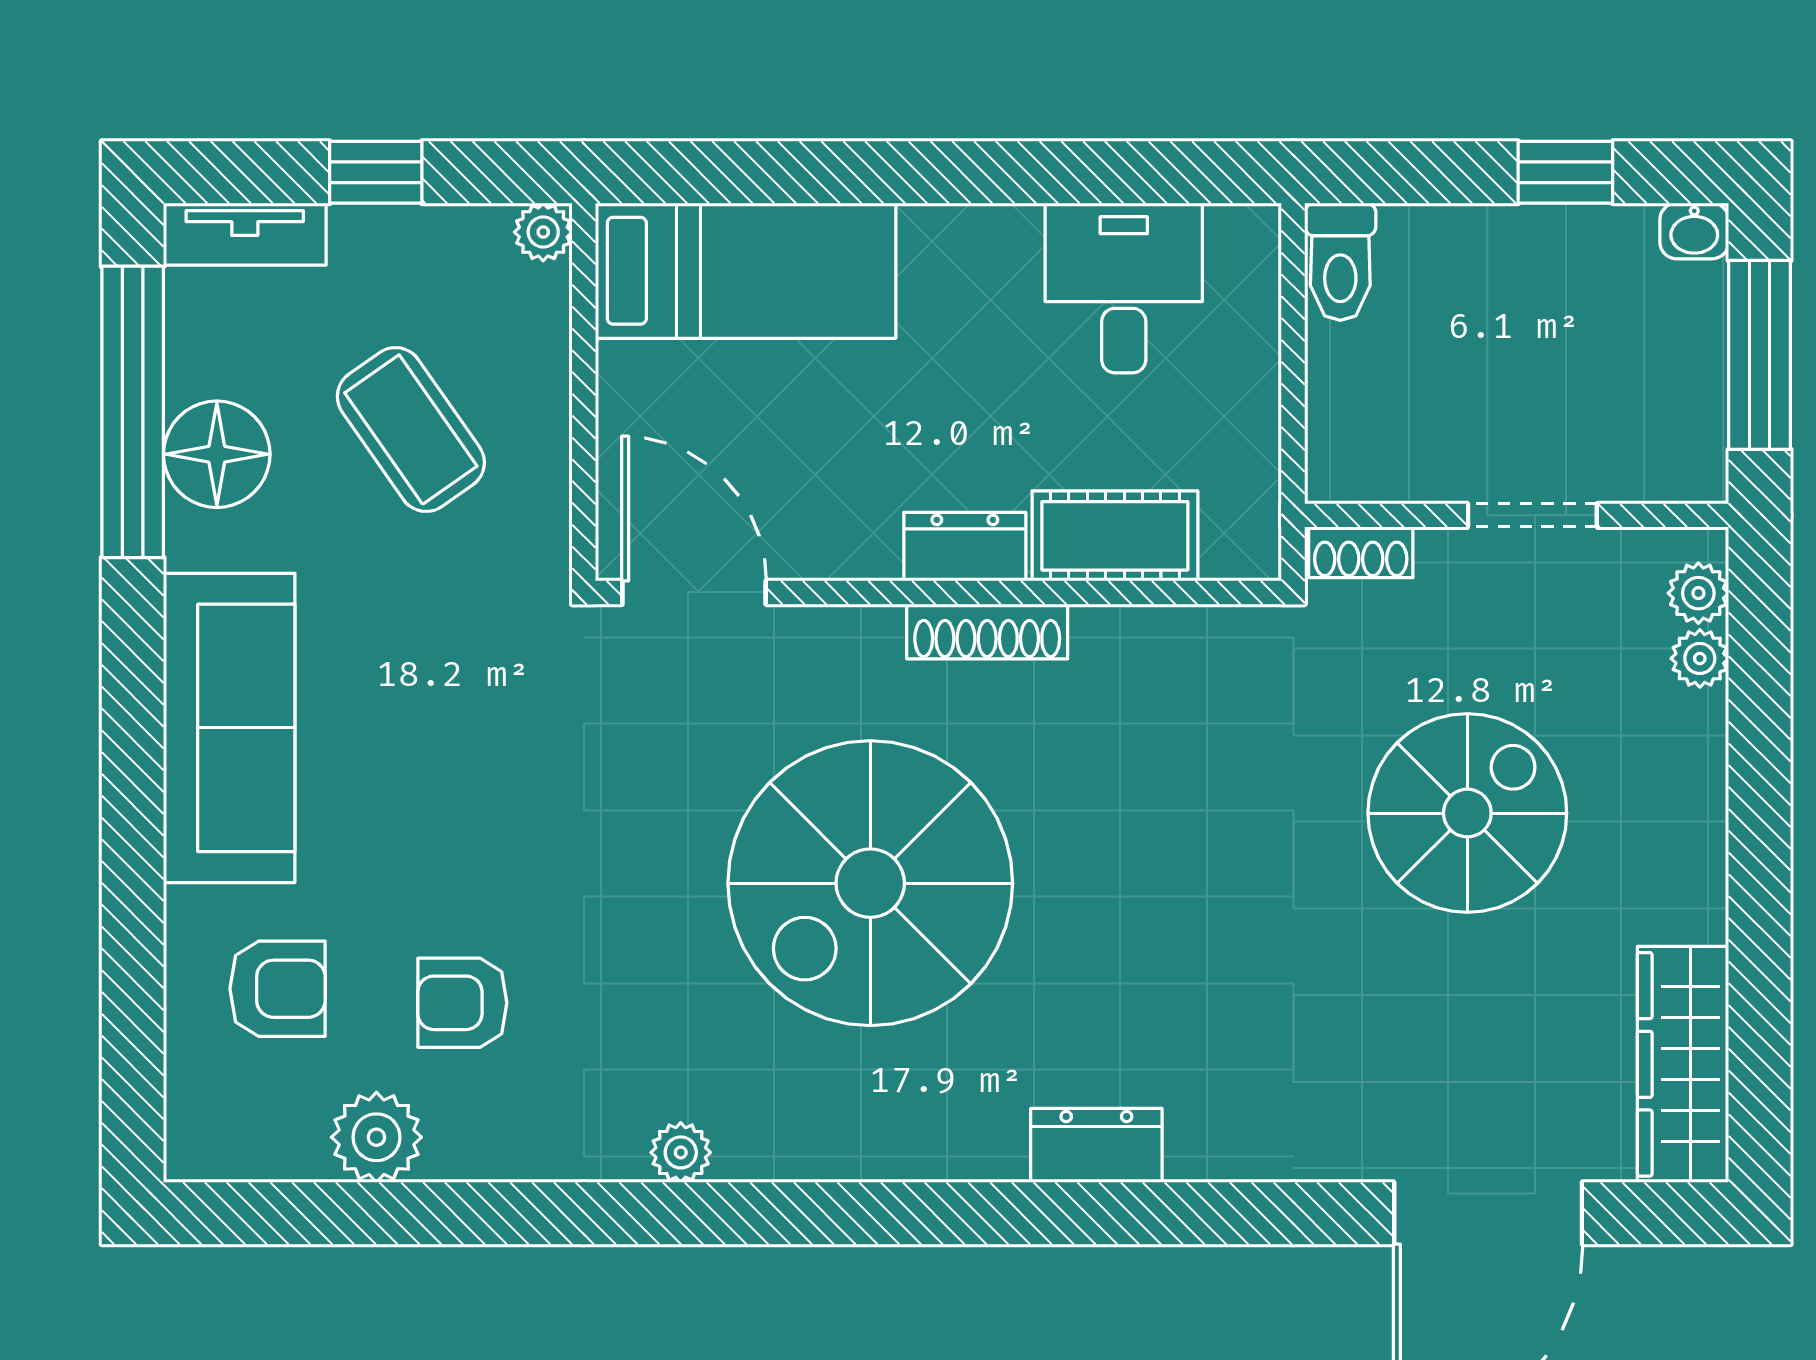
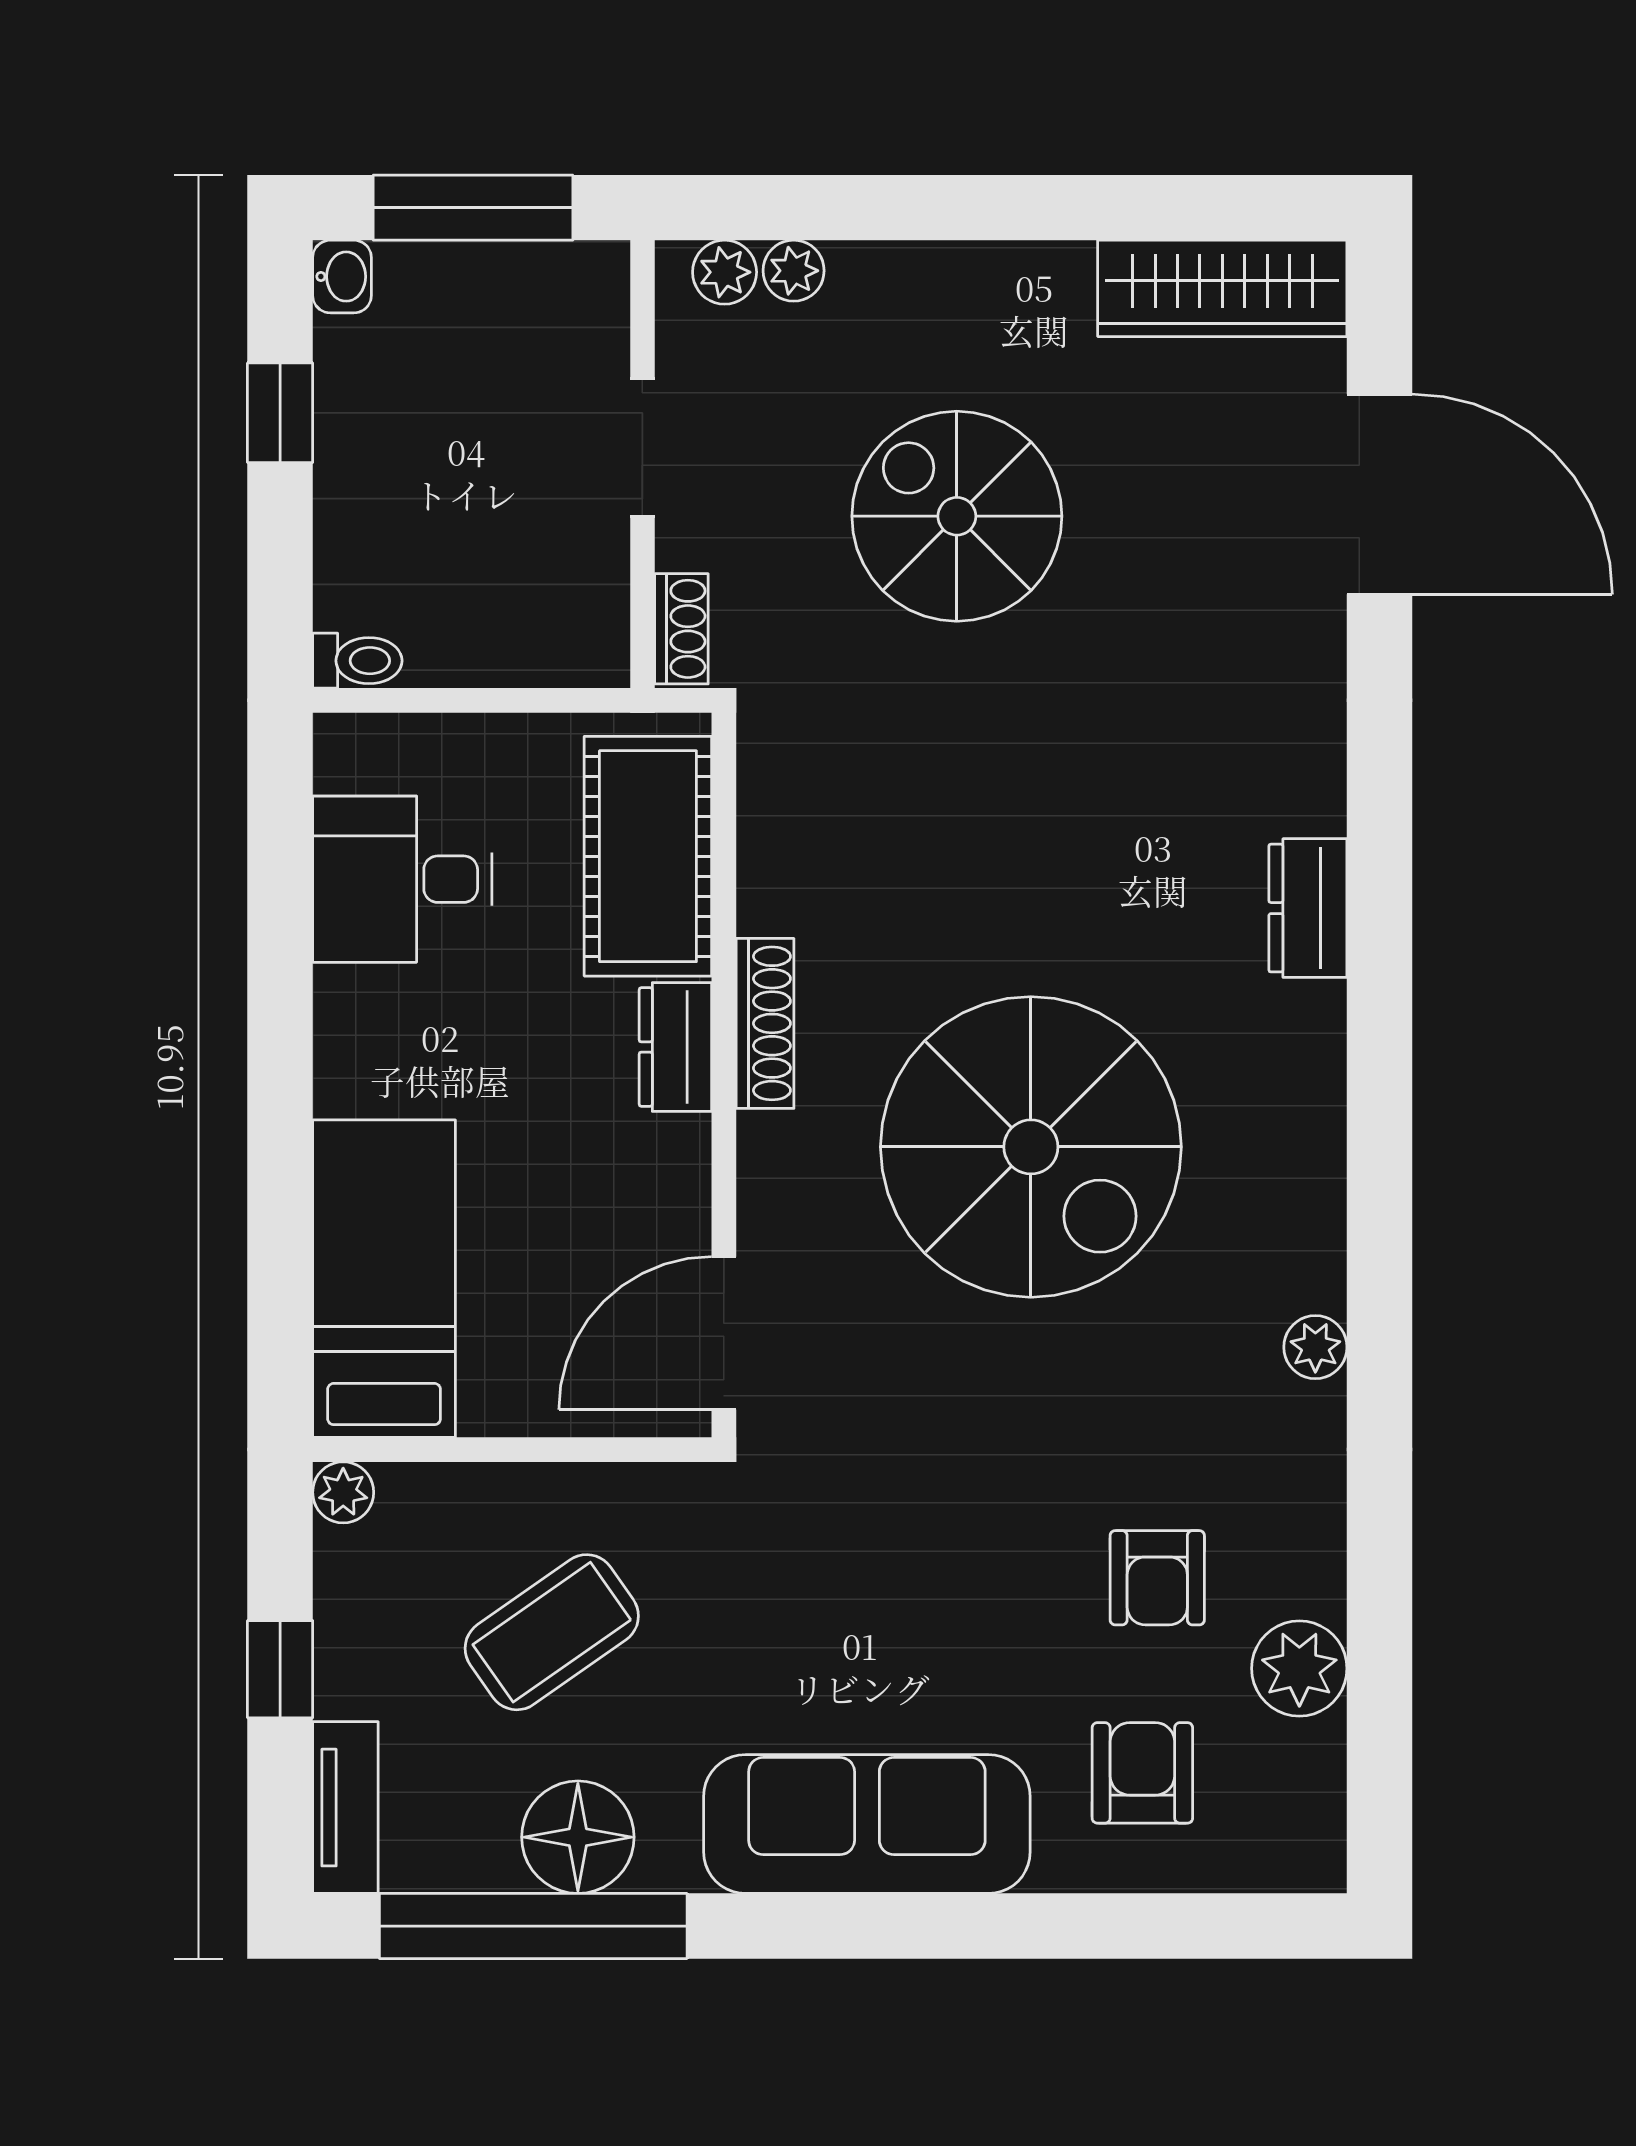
toilet: (1340, 262) -> (357, 661), width x0.73, depth x0.72
cot: (1115, 536) -> (648, 856), width x1.37, depth x1.34

